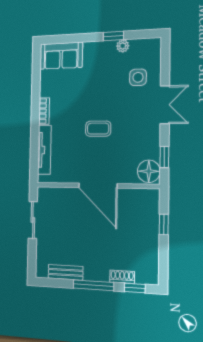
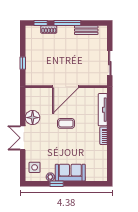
sofa: (61, 56) -> (70, 173), moved
side table: (138, 77) -> (35, 167), moved
window: (164, 157) -> (23, 105), removed
floor lamp: (149, 171) -> (33, 118), moved
door: (98, 186) -> (65, 87), swing flipped

